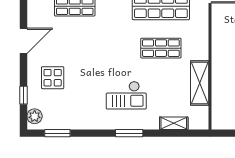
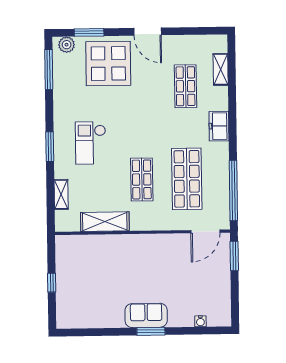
display table: (53, 78) -> (108, 63), width x1.86, depth x1.86
window: (23, 95) -> (89, 32), width x1.50
window: (57, 133) -> (49, 69), width x1.44

